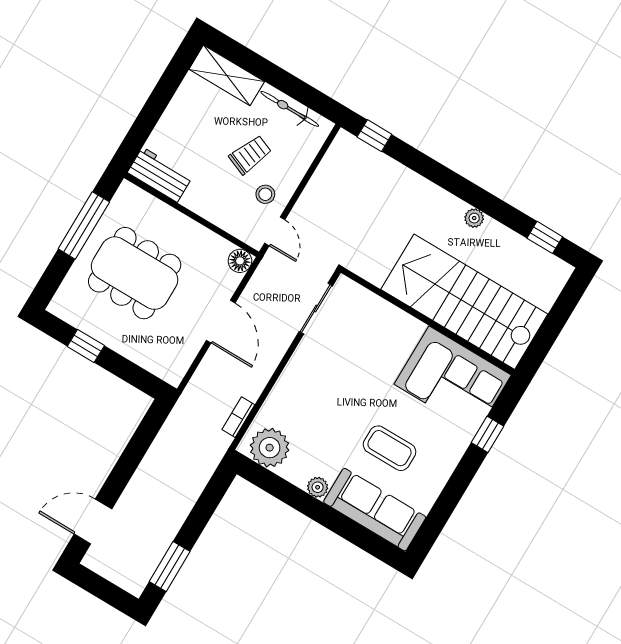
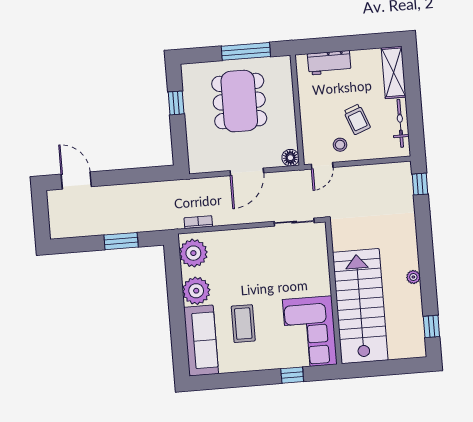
trolley: (250, 155) -> (357, 119), turned 47
workbench: (160, 175) -> (329, 63), moved, turned 90
plant: (318, 487) -> (196, 291), width x1.88, depth x1.88
window: (170, 567) -> (121, 241), moved

